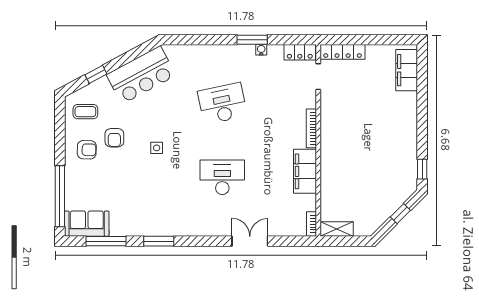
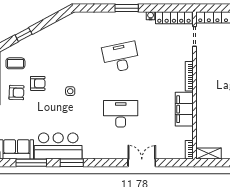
window: (252, 40) -> (127, 8), moved
locker: (300, 52) -> (174, 18), width x1.53
bar counter: (141, 75) -> (58, 146), moved, turned -152
armchair: (114, 138) -> (38, 83), turned -90

